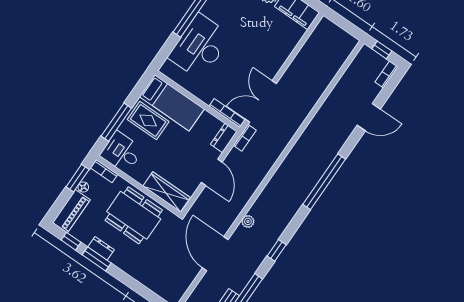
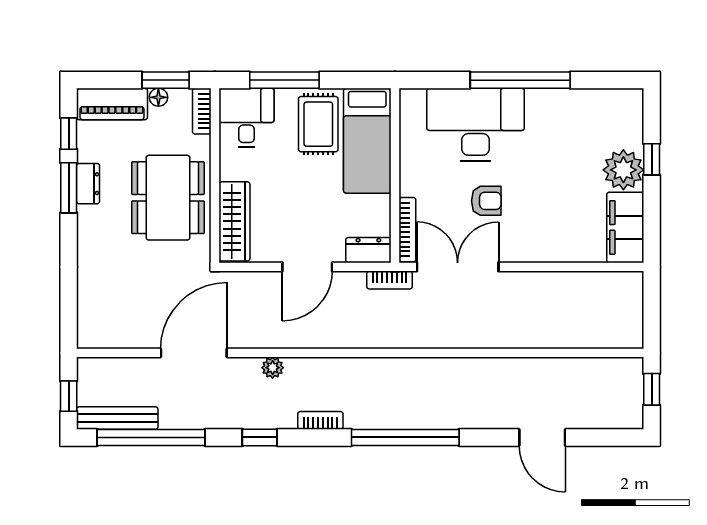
armchair: (239, 66) -> (486, 201), added
bookcase: (386, 75) -> (320, 420), moved

